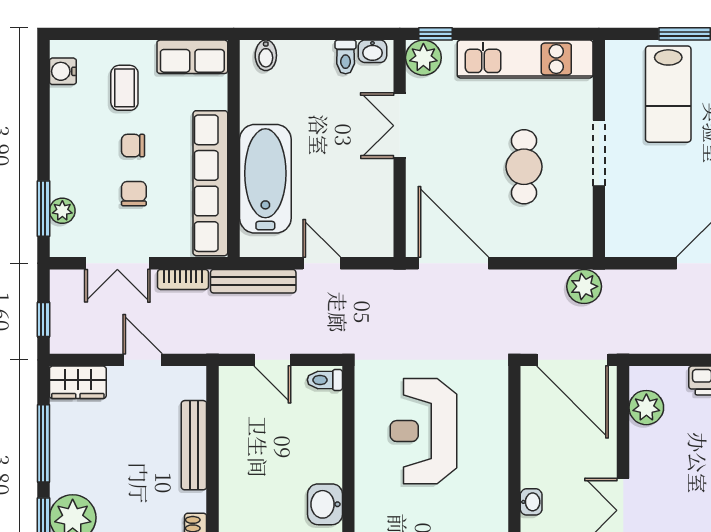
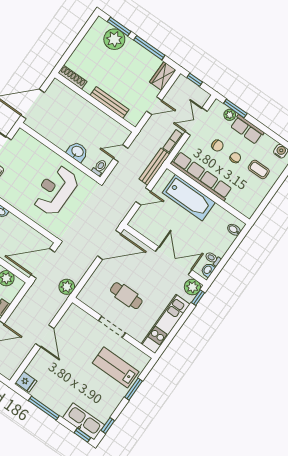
row of seats: (192, 57) -> (247, 129), moved, turned -90
double door: (400, 126) -> (174, 261), width x1.37
reception desk: (423, 431) -> (55, 190), turned -90
washbasin: (325, 504) -> (77, 152), moved

